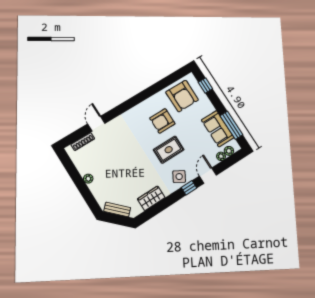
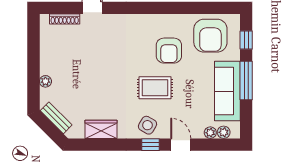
armchair: (162, 121) -> (169, 51), turned -90
window: (231, 125) -> (246, 81), moved
sofa: (218, 129) -> (227, 91), width x1.36
door: (208, 176) -> (181, 145), hinge flipped
plant: (88, 179) -> (45, 81), moved

